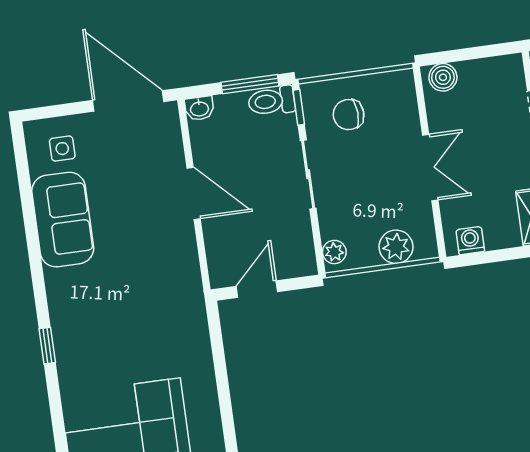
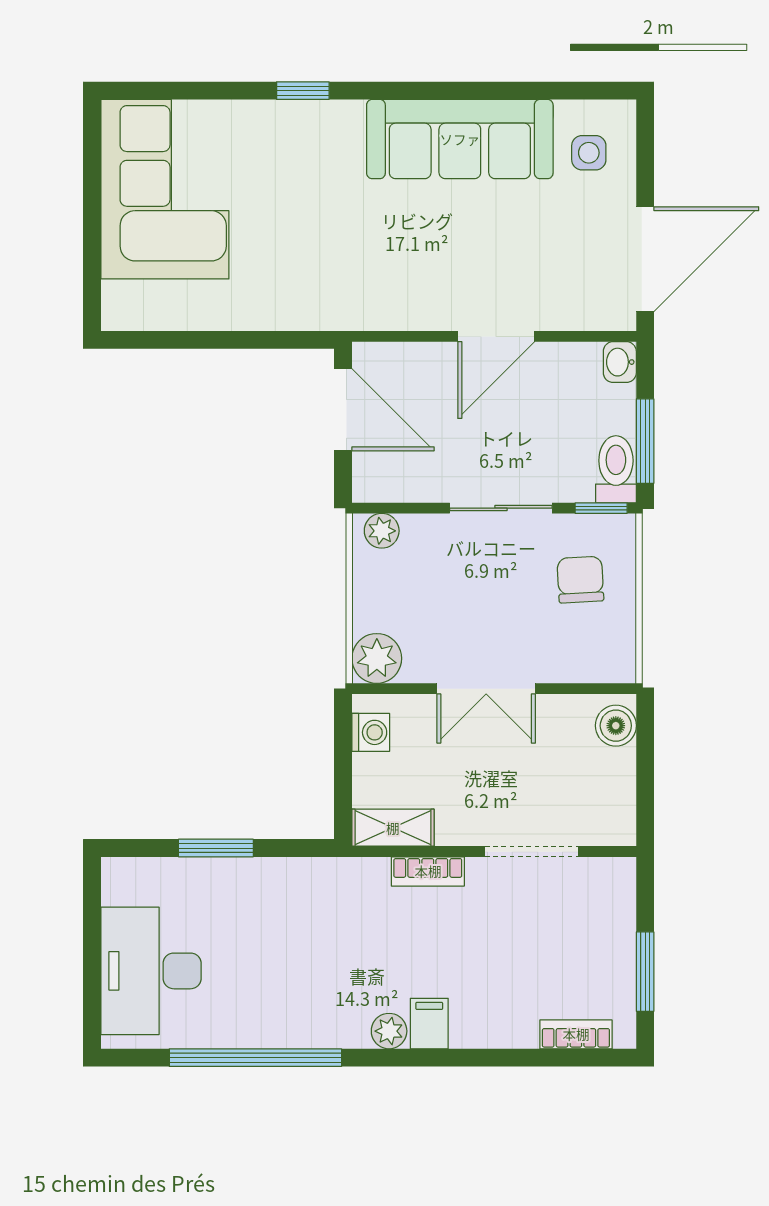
sofa: (63, 220) -> (460, 139), width x1.36
plant: (396, 247) -> (377, 658), moved
door: (257, 289) -> (343, 410), width x1.38

